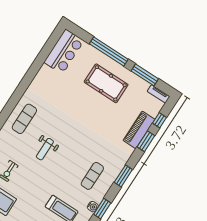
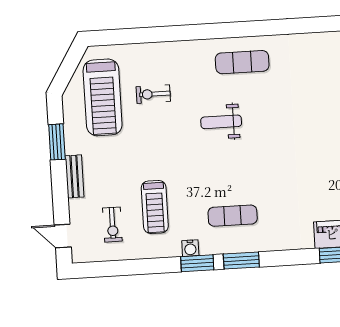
window: (123, 176) -> (241, 260), moved

